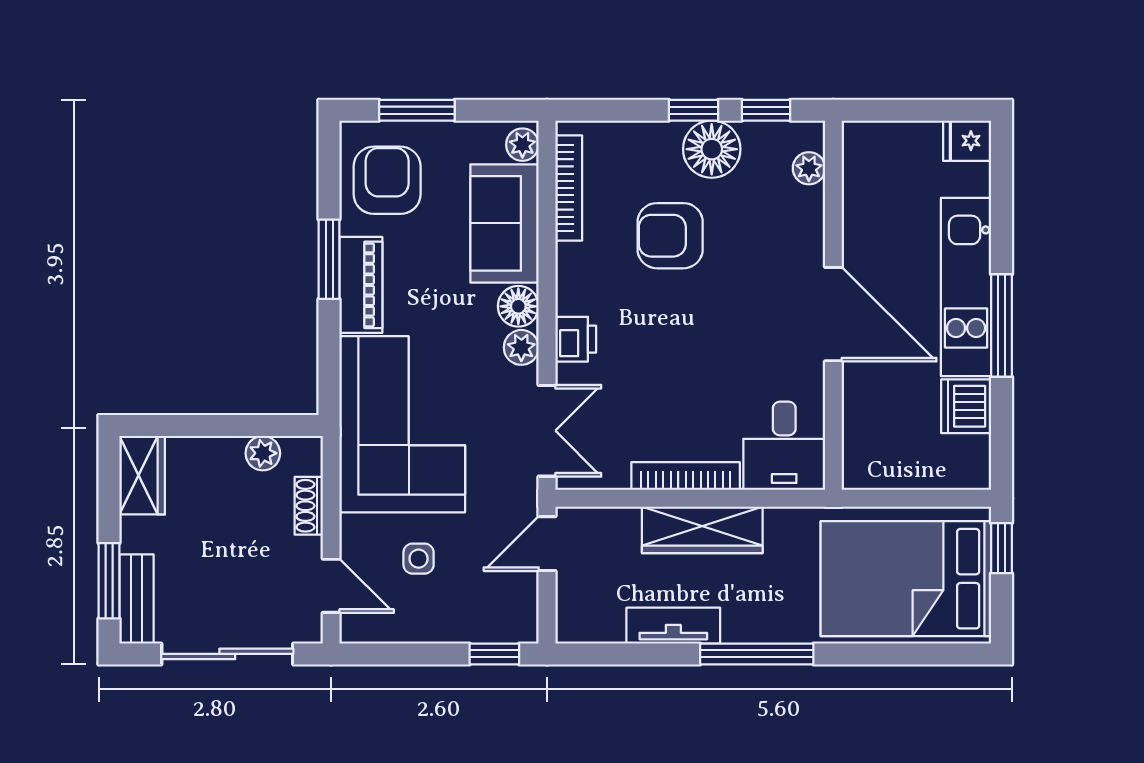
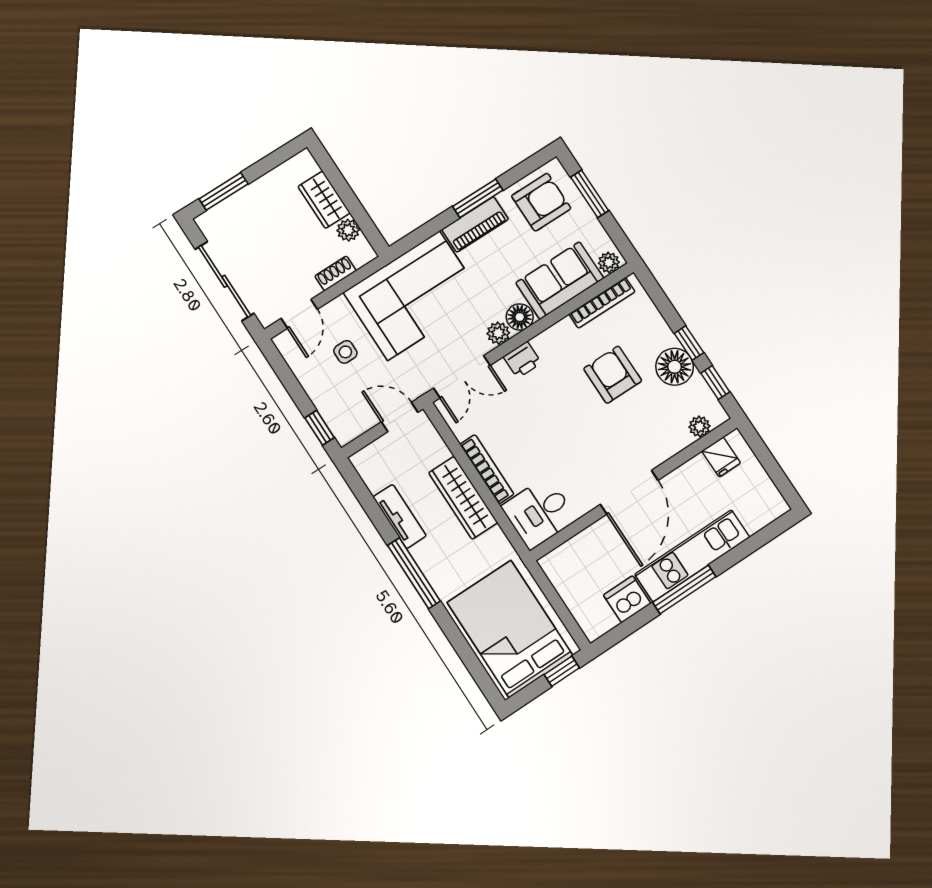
fridge: (967, 141) -> (721, 457), moved, turned 180
wardrobe: (142, 475) -> (324, 200), moved, turned 90
bench: (136, 599) -> (223, 213), removed

